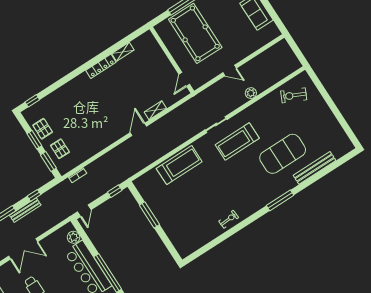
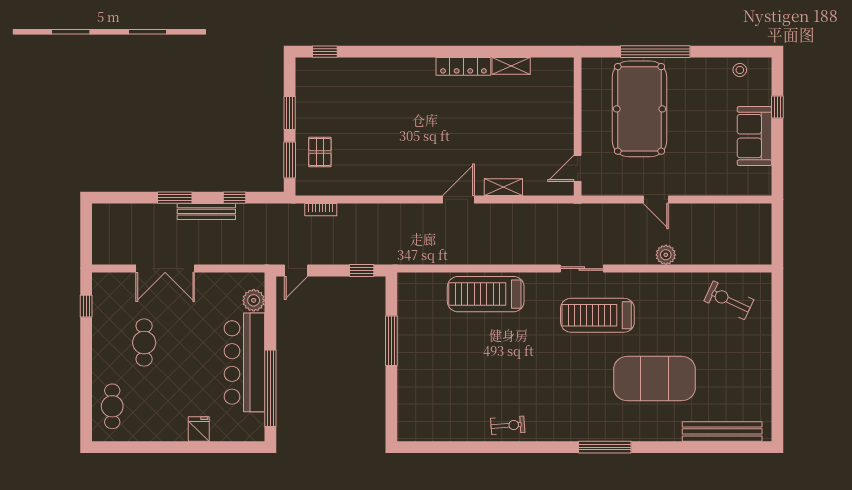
pallet: (43, 129) -> (313, 104), removed
treadmill: (179, 165) -> (486, 294), turned 180
bench: (315, 168) -> (722, 431), moved

